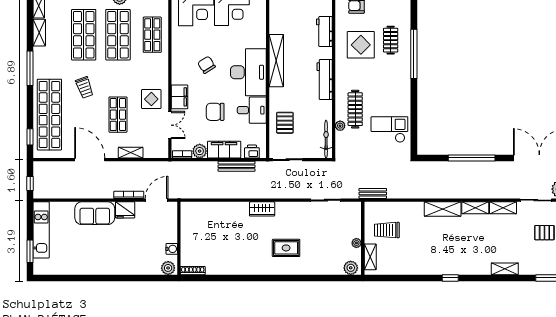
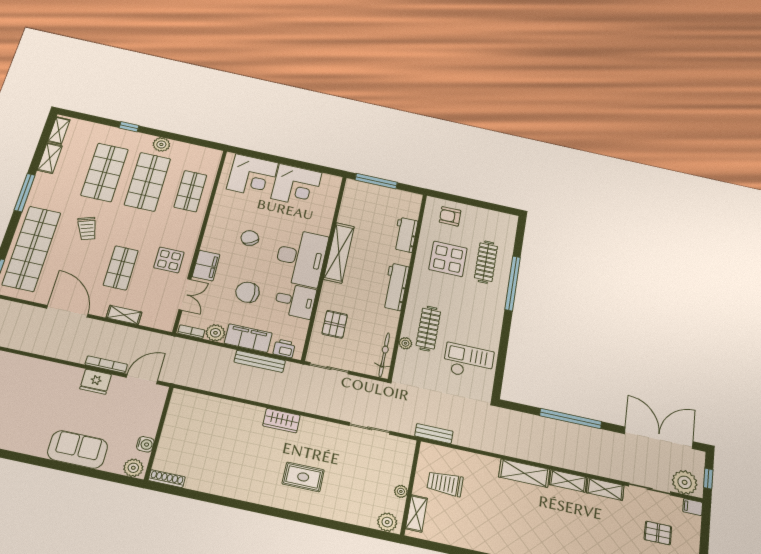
clothes rail: (391, 40) -> (486, 262), width x1.36
sofa: (95, 213) -> (78, 449), moved, turned 180

